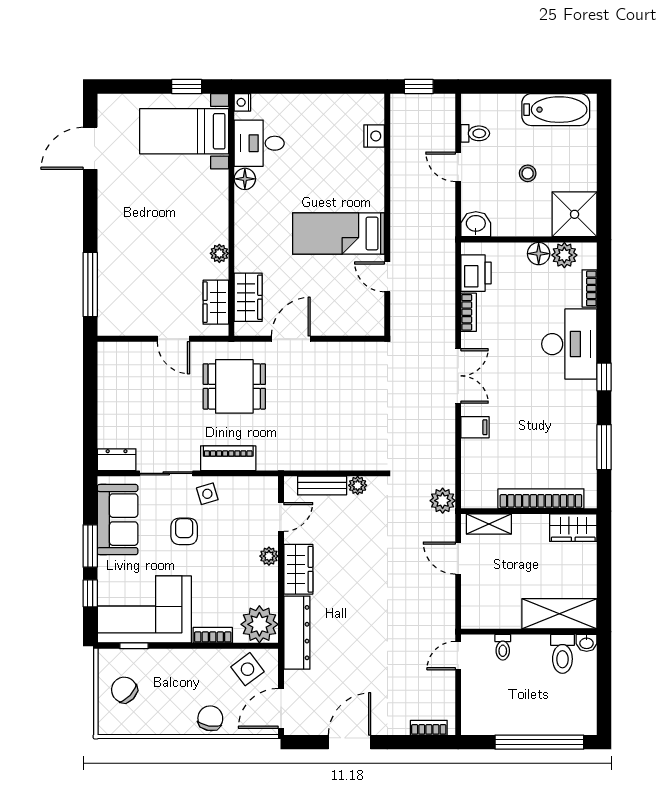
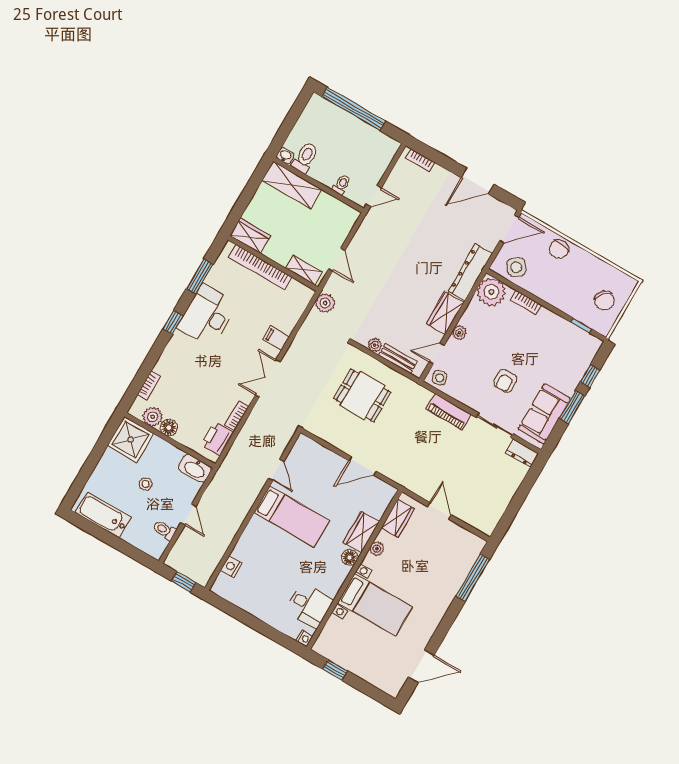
bed with nightstands: (184, 131) -> (375, 605), moved
floor lamp: (245, 179) -> (350, 557), moved
washbasin: (476, 224) -> (195, 468), width x1.38
wardrobe: (248, 297) -> (361, 532), moved
desk: (569, 344) -> (207, 316), moved
dining table: (234, 386) -> (362, 395), moved
side table: (207, 494) -> (440, 378), moved
corner sofa: (144, 609) -> (561, 345), removed

